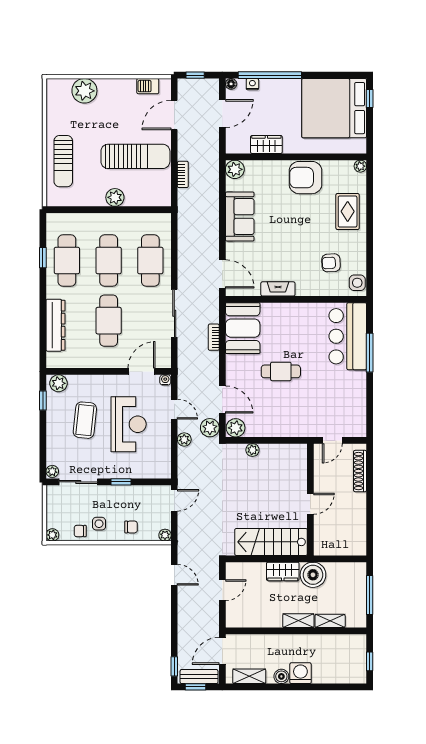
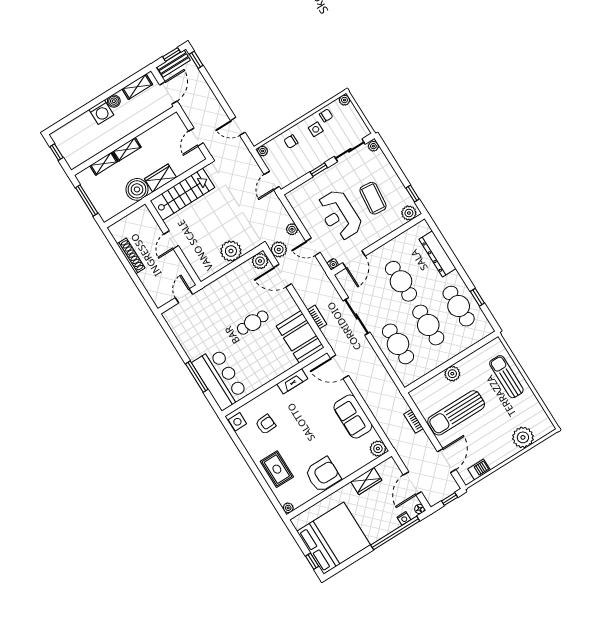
plant: (252, 450) -> (231, 251), width x1.87, depth x1.87
shoe rack: (360, 471) -> (131, 256), moved

